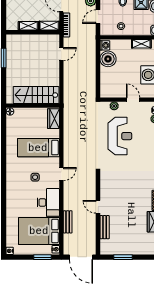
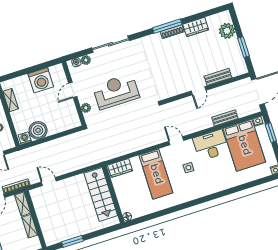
plant: (141, 247) -> (227, 31), added

